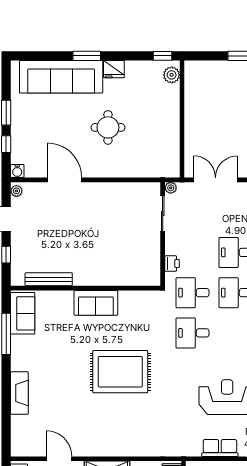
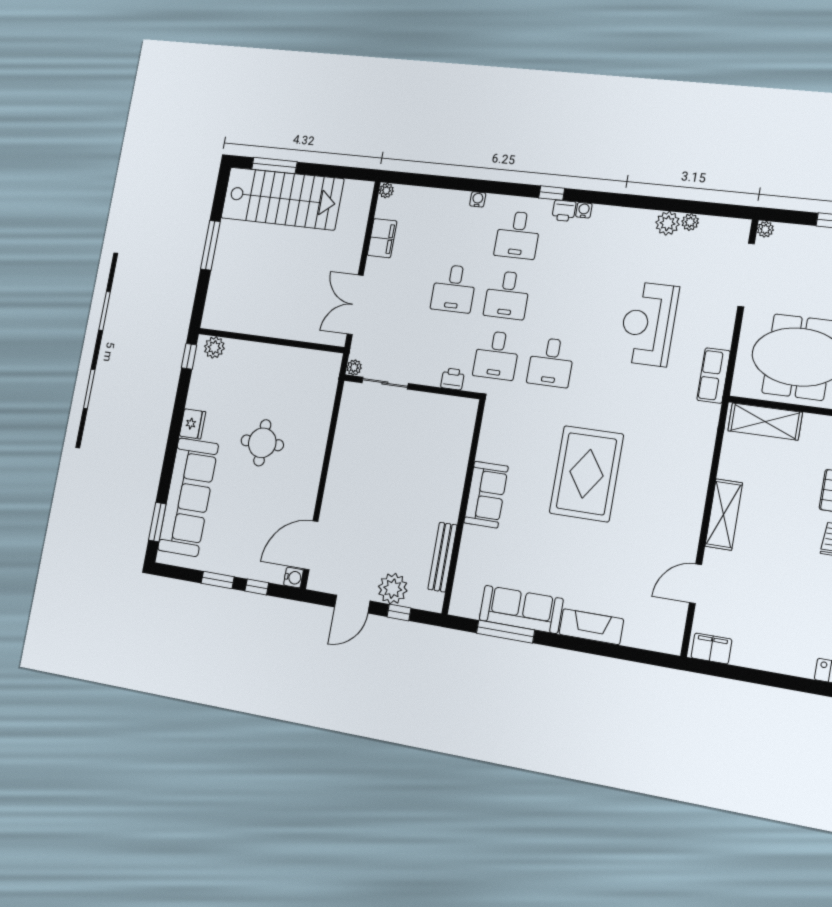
window: (87, 56) -> (157, 522), moved
door: (64, 180) -> (311, 545), moved
plant: (16, 191) -> (393, 589), moved, width x1.88, depth x1.88
sofa: (23, 313) -> (521, 609), moved, width x1.36
row of seats: (220, 448) -> (714, 376), moved

